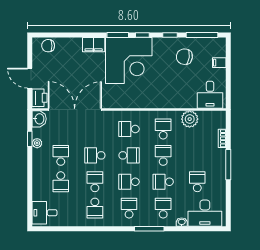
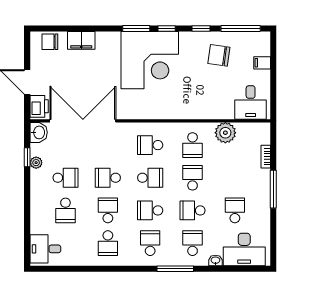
filing cabinet: (94, 45) -> (81, 40), moved
school desk: (163, 129) -> (193, 145), turned 180
school desk: (61, 155) -> (65, 178), turned 90

